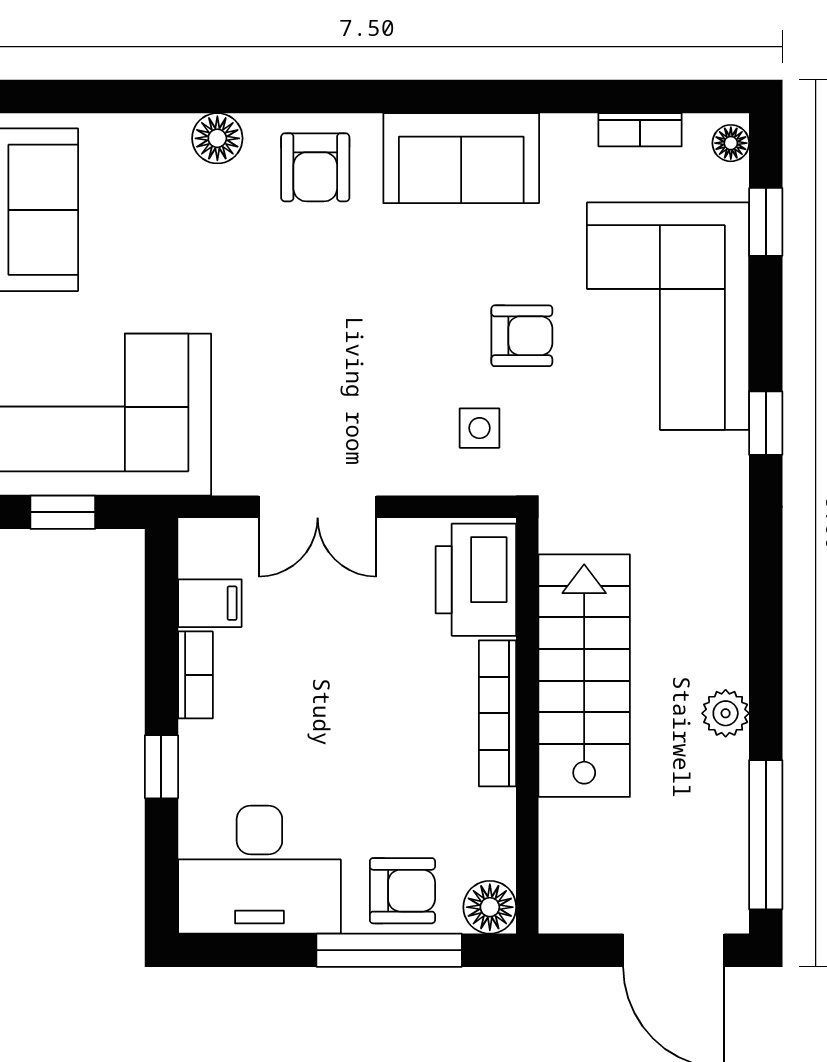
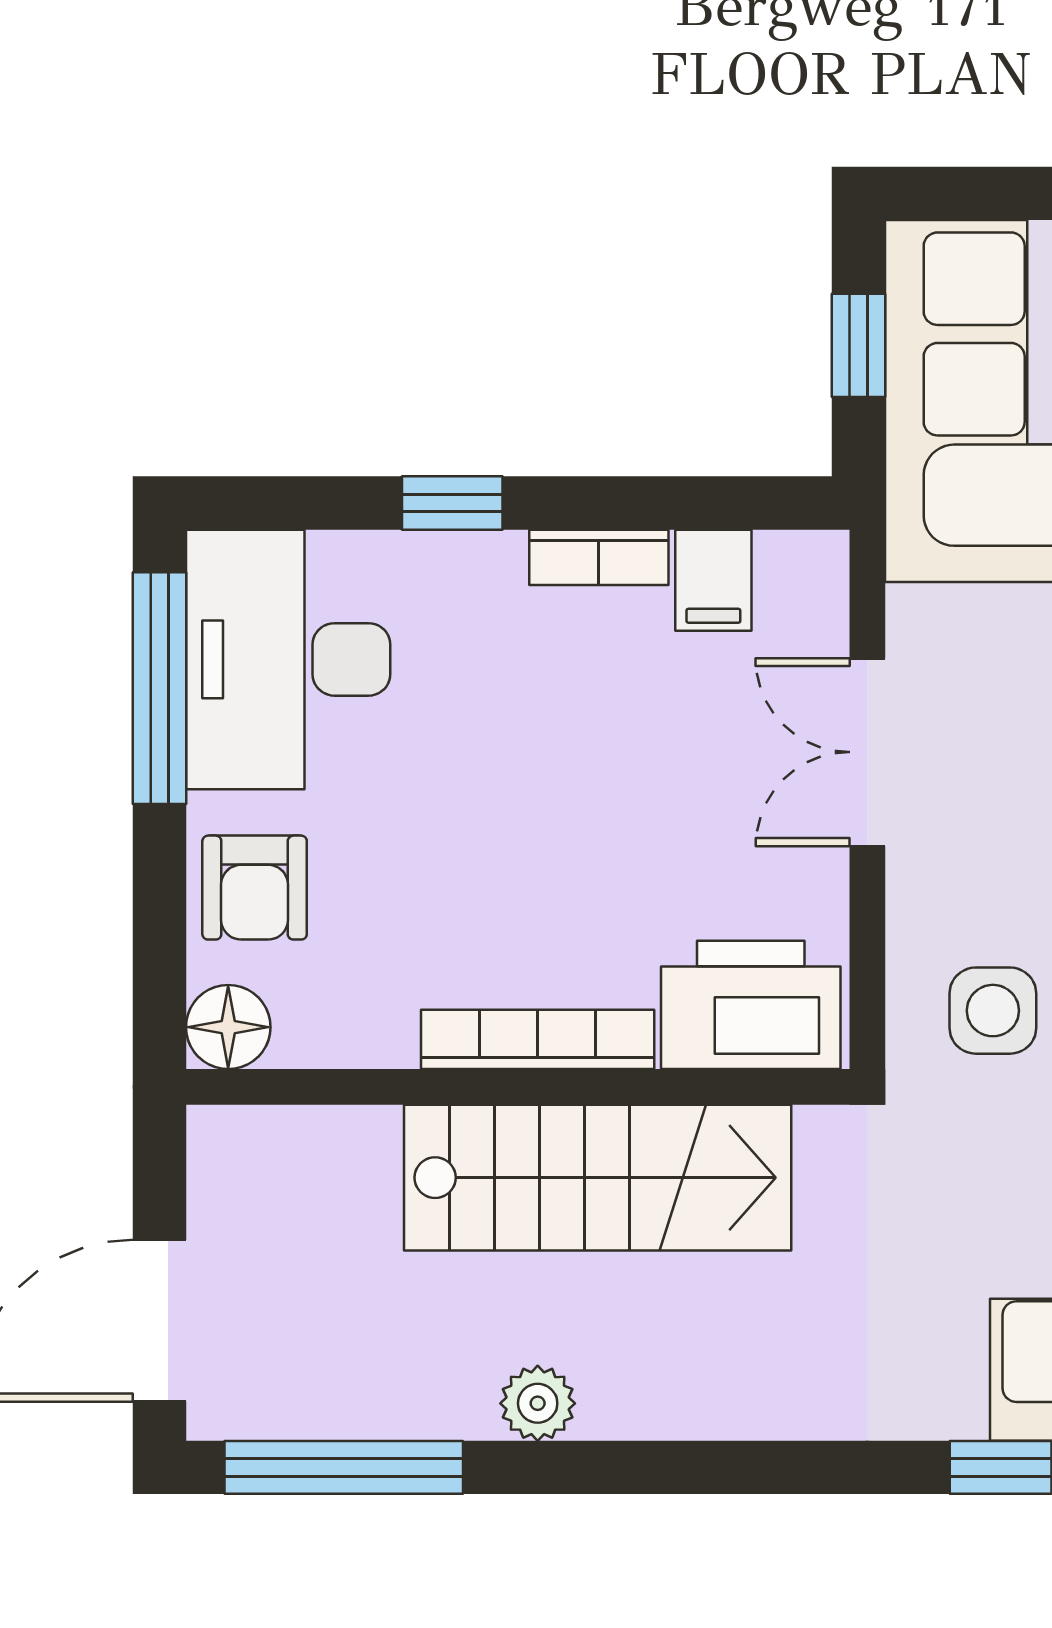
side table: (479, 428) -> (993, 1011), width x1.37, depth x1.37
window: (389, 950) -> (160, 688), moved

